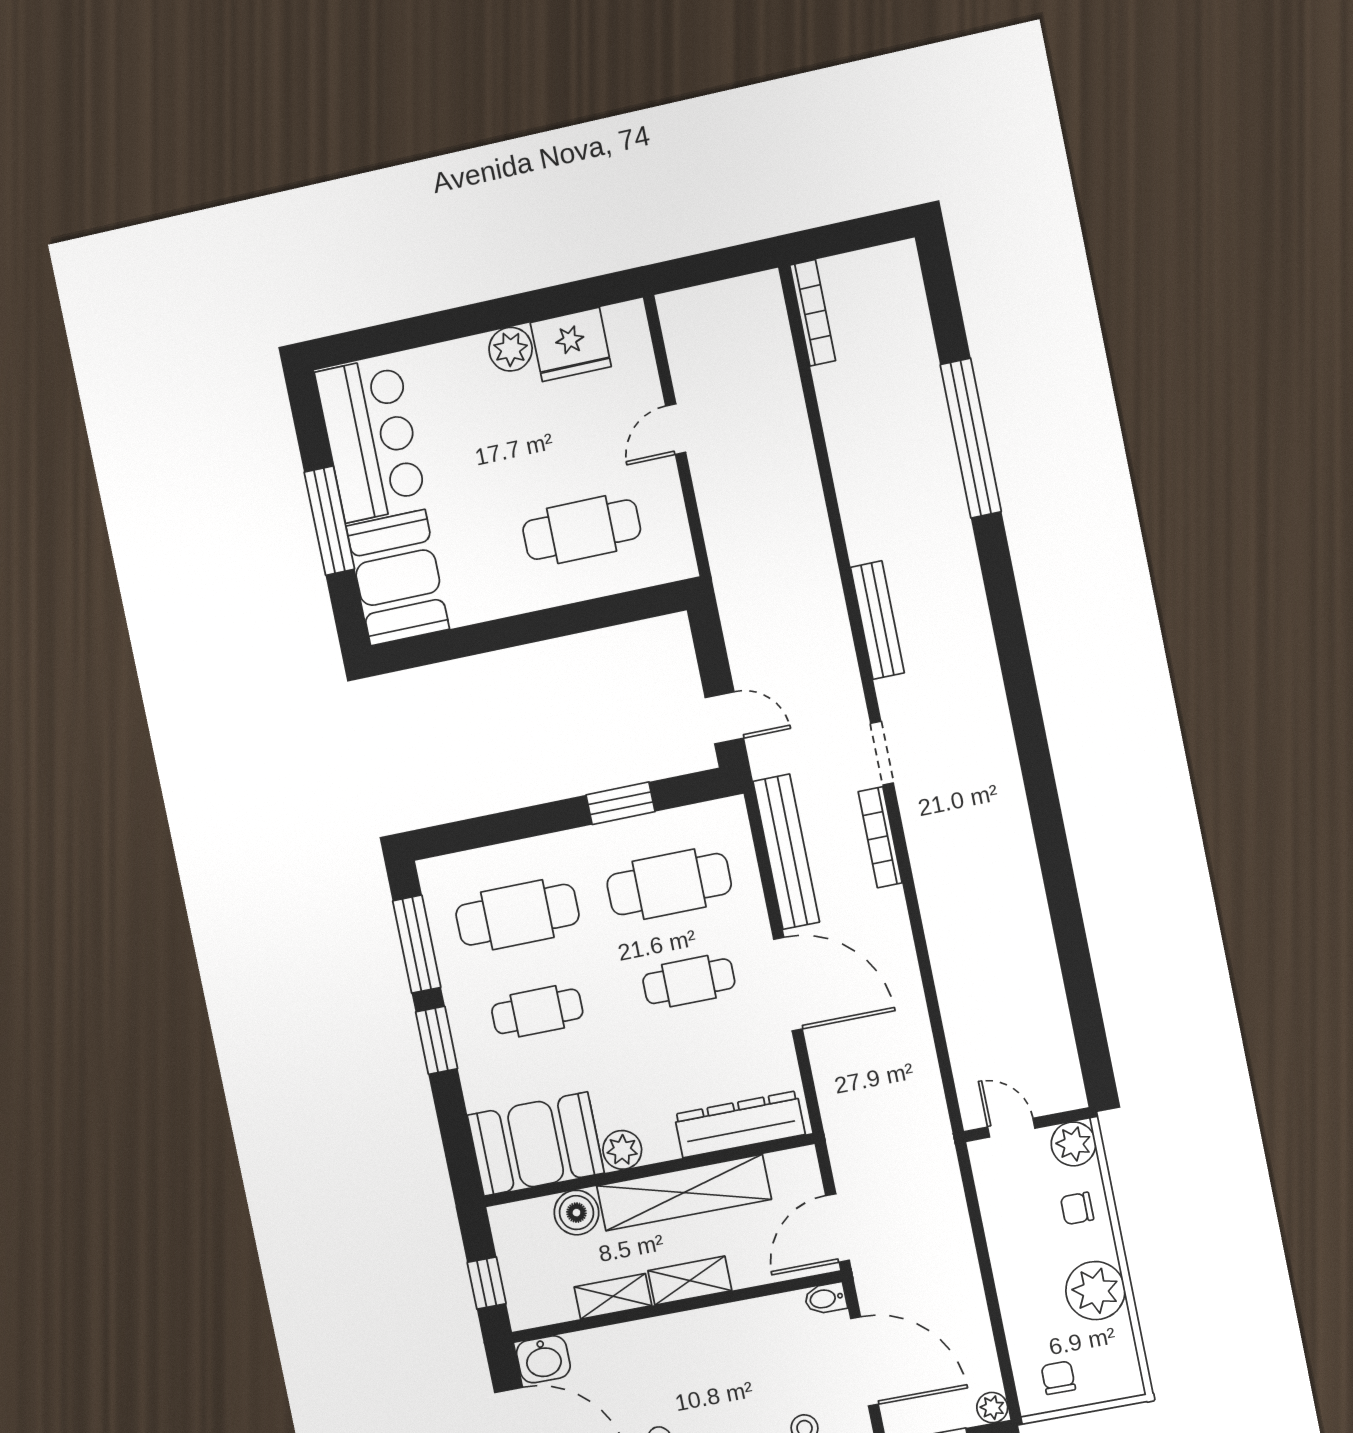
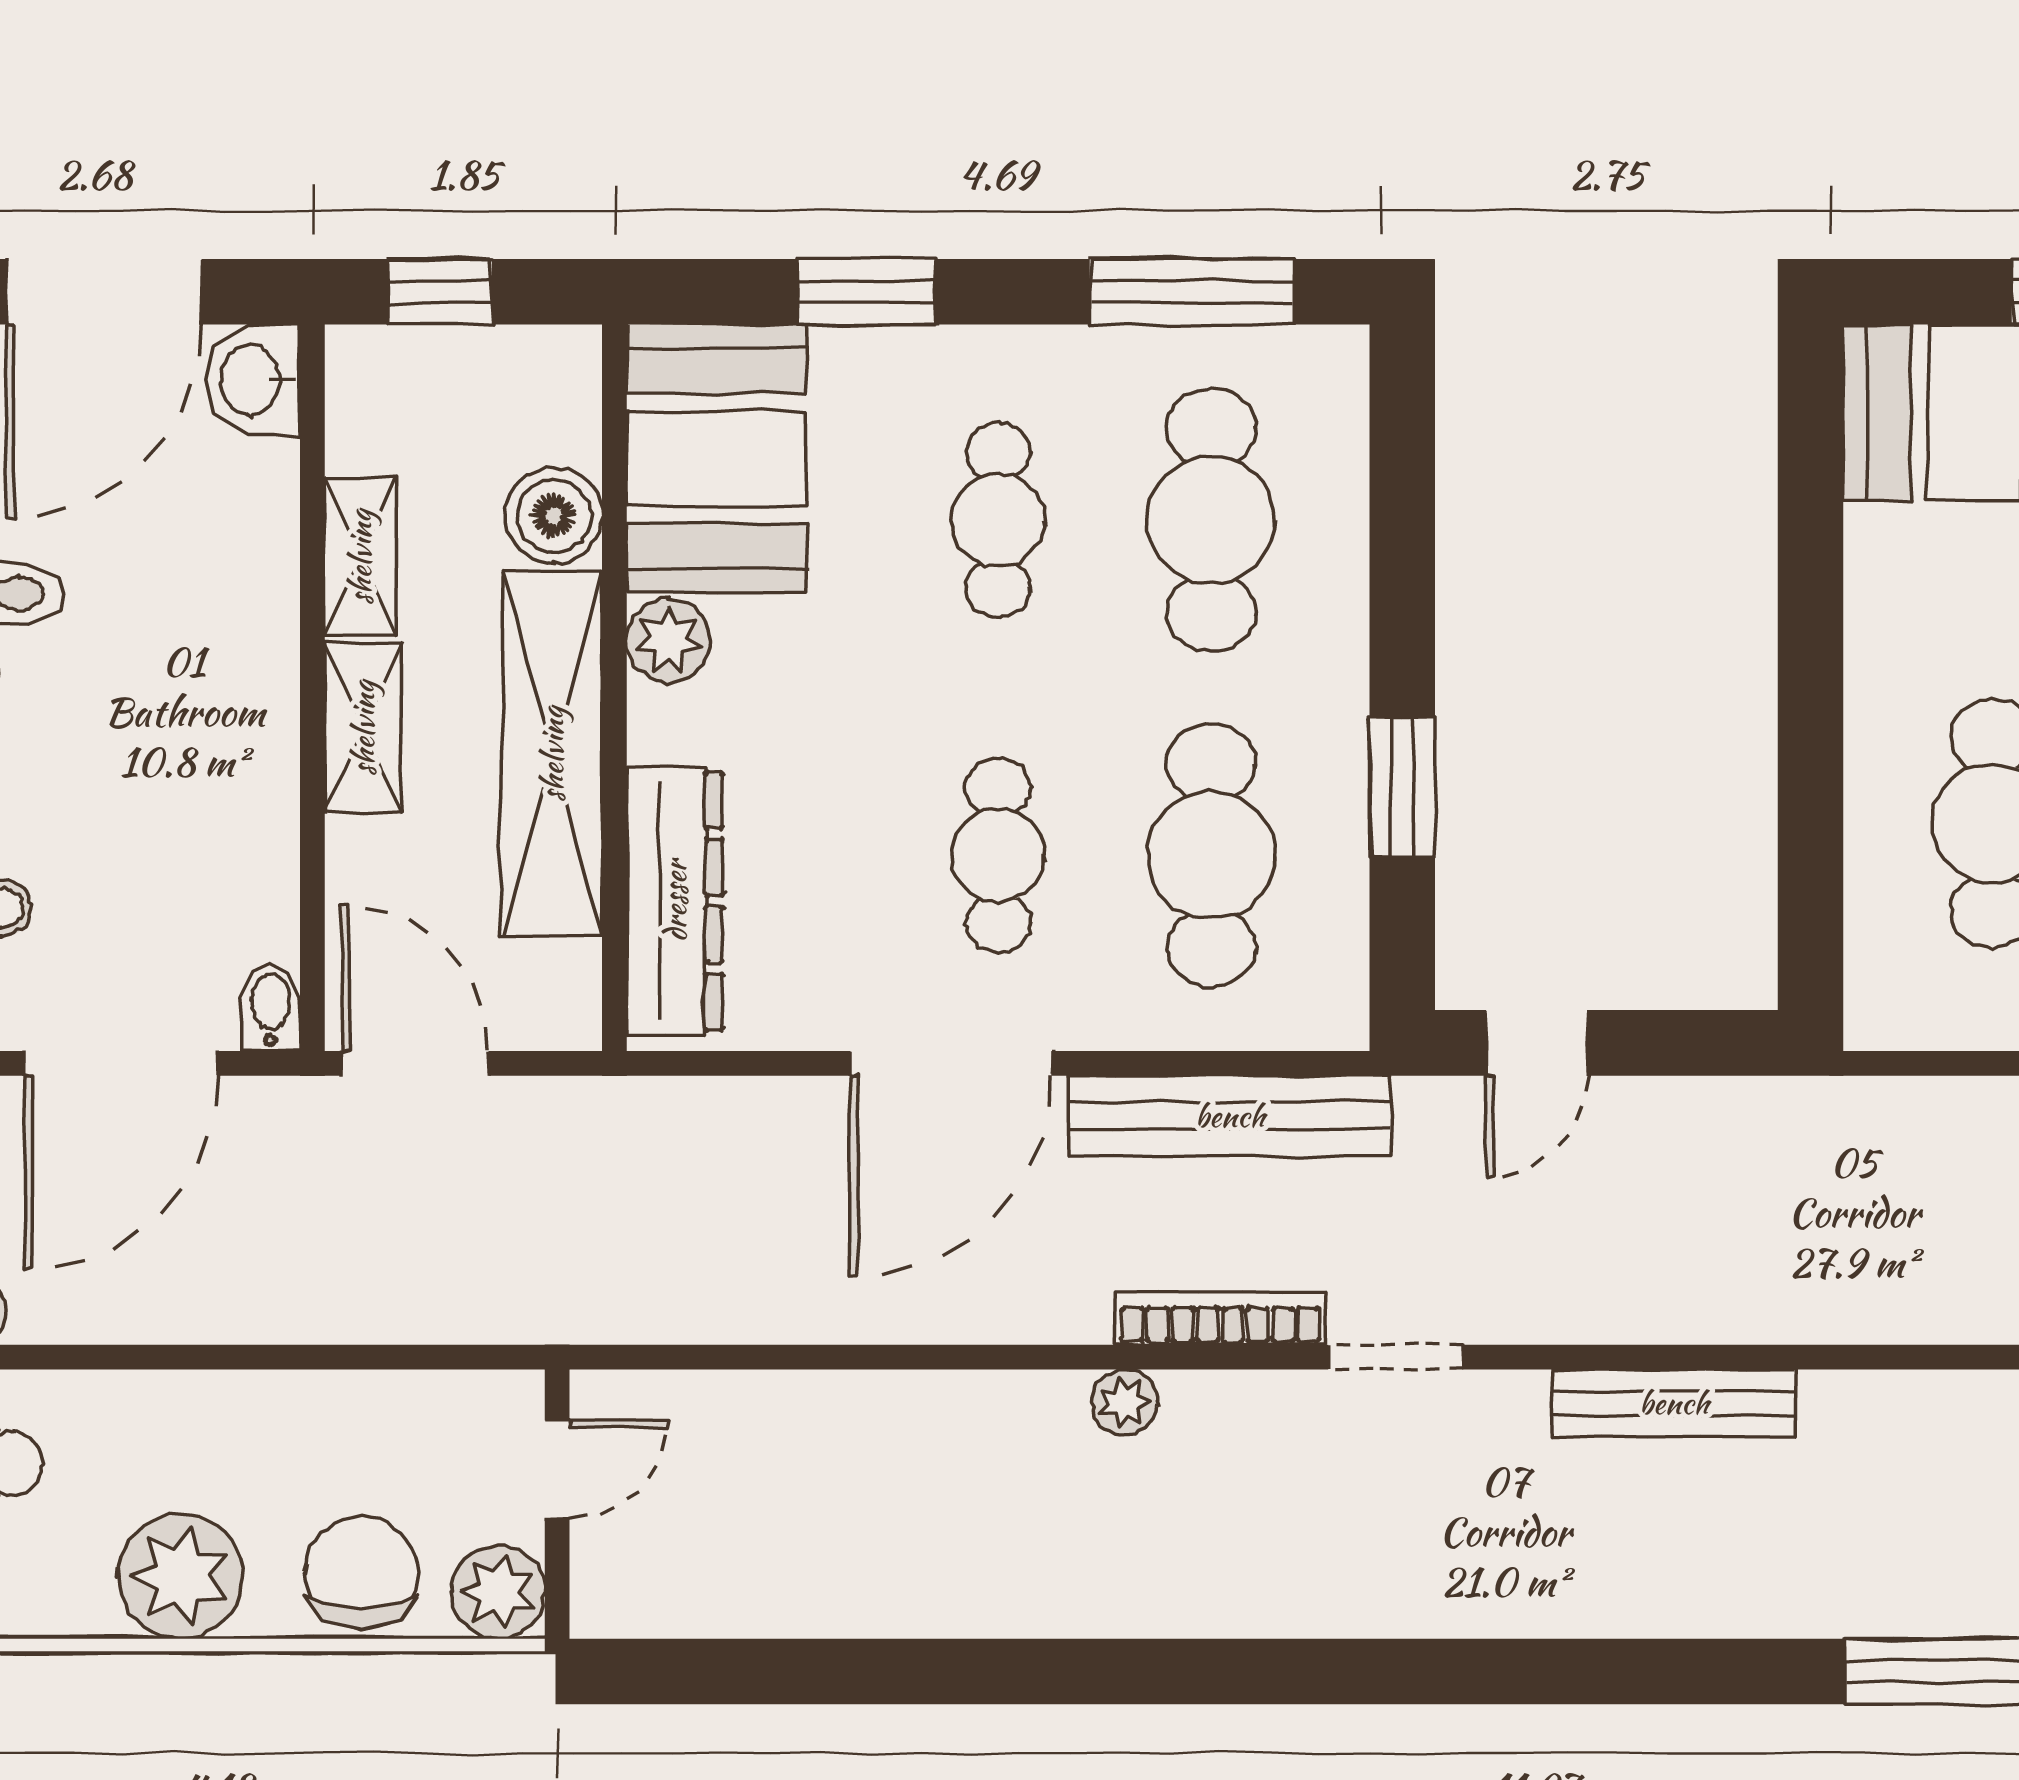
plant: (928, 873) -> (1124, 1402), added
window: (437, 1040) -> (866, 292), moved
chair: (1077, 1208) -> (361, 1573), width x1.87, depth x1.87

